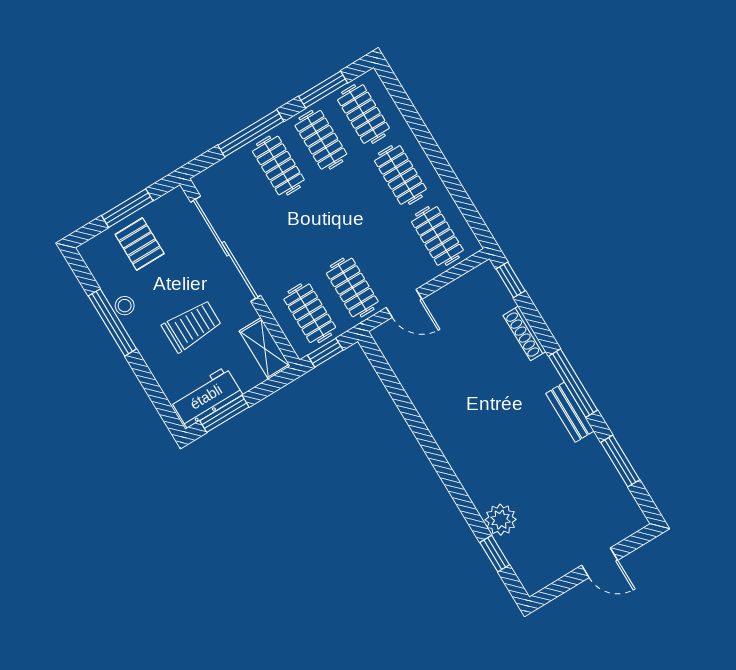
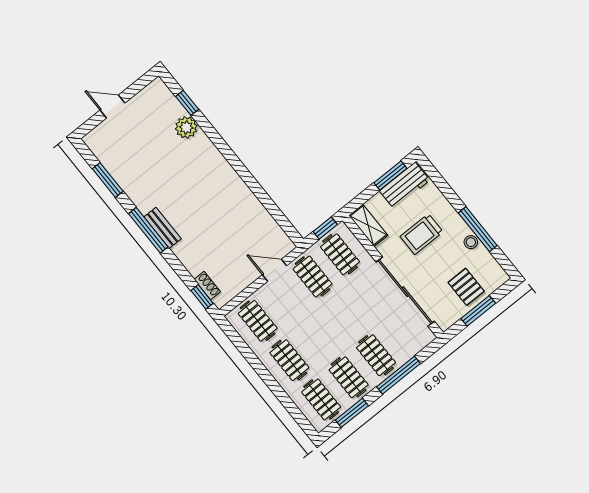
shoe rack: (524, 333) -> (207, 286), moved, width x0.70
bench: (570, 412) -> (163, 228), moved

